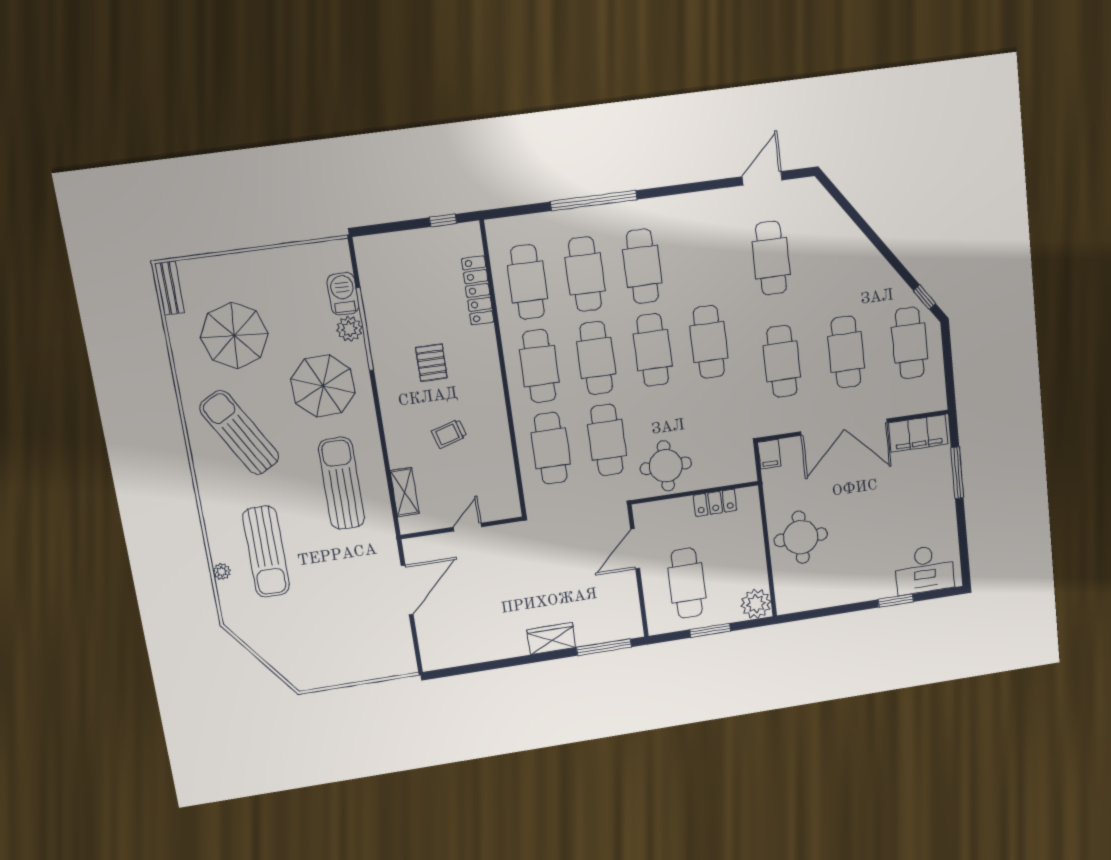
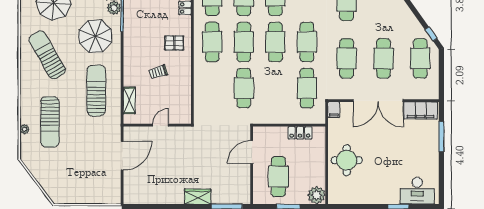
pallet: (431, 363) -> (174, 43), moved, turned 90
cafe table: (551, 448) -> (307, 88), moved
round table: (666, 466) -> (275, 107), removed

